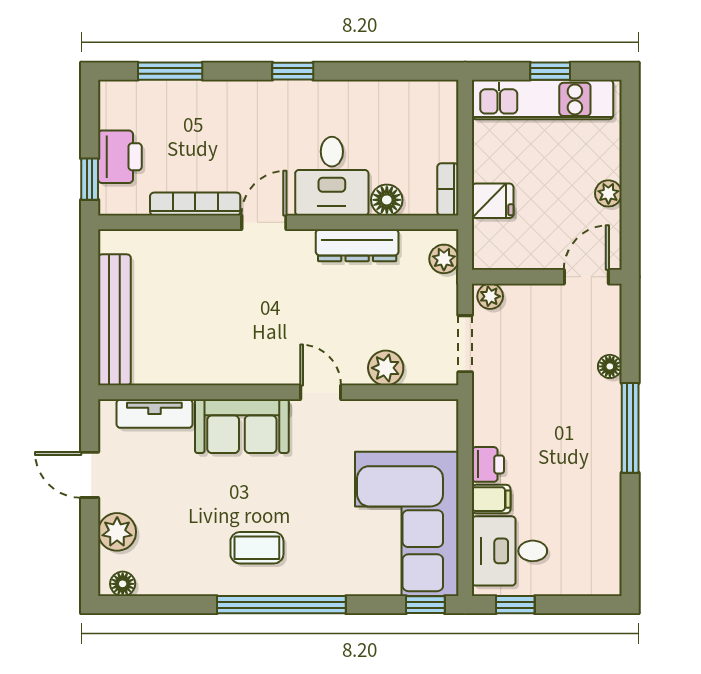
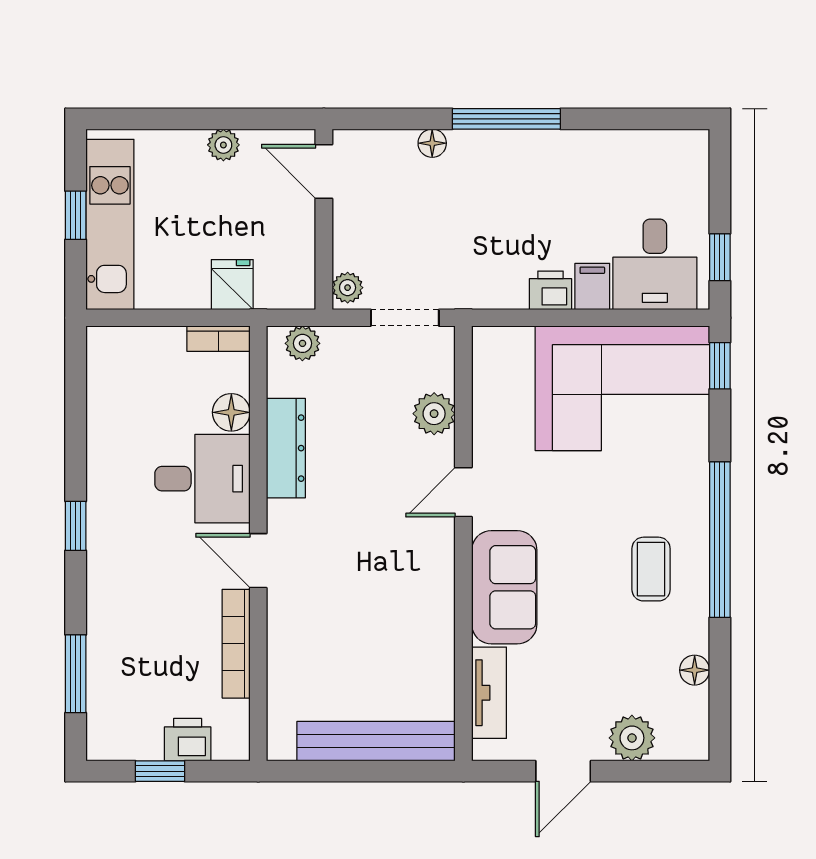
printer: (120, 157) -> (188, 740), width x0.73, depth x0.81
window: (90, 179) -> (160, 771), moved
floor lamp: (123, 584) -> (695, 670), moved

